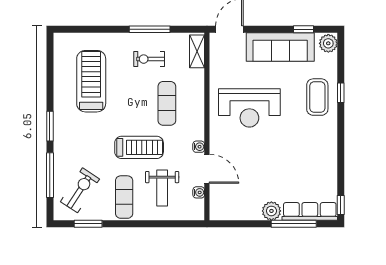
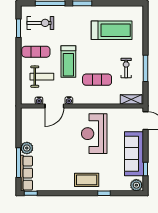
coffee table: (317, 97) -> (87, 180), moved
weight bench: (162, 188) -> (42, 77), turned 180
exercise bike: (80, 190) -> (40, 23), turned -33

